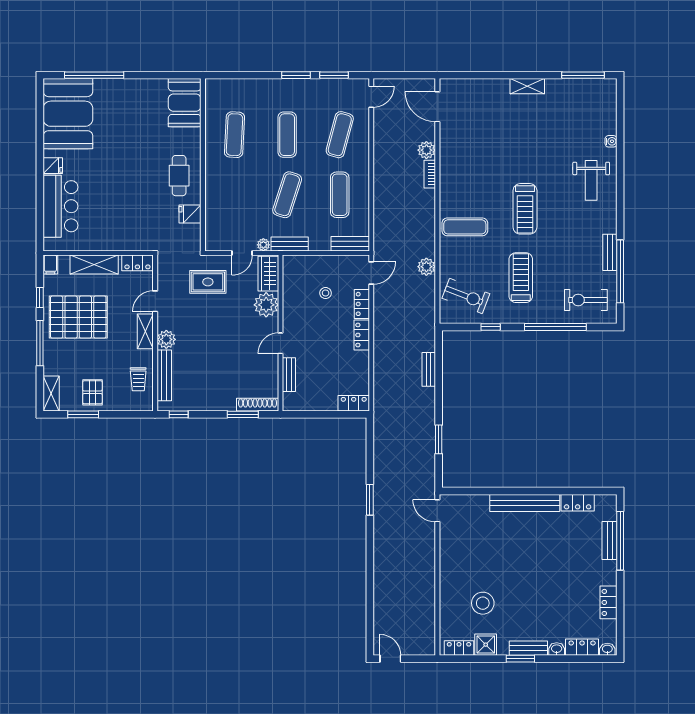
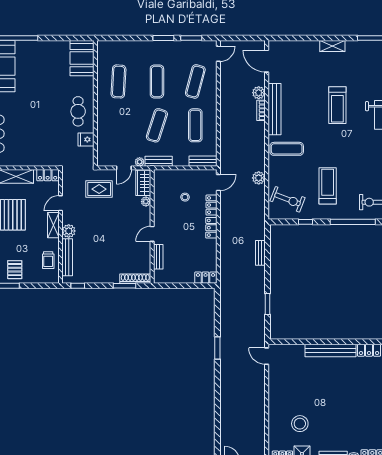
bench: (448, 173) -> (274, 109), added
treadmill: (525, 209) -> (337, 105), moved
plant: (266, 305) -> (146, 202), width x0.53, depth x0.53

